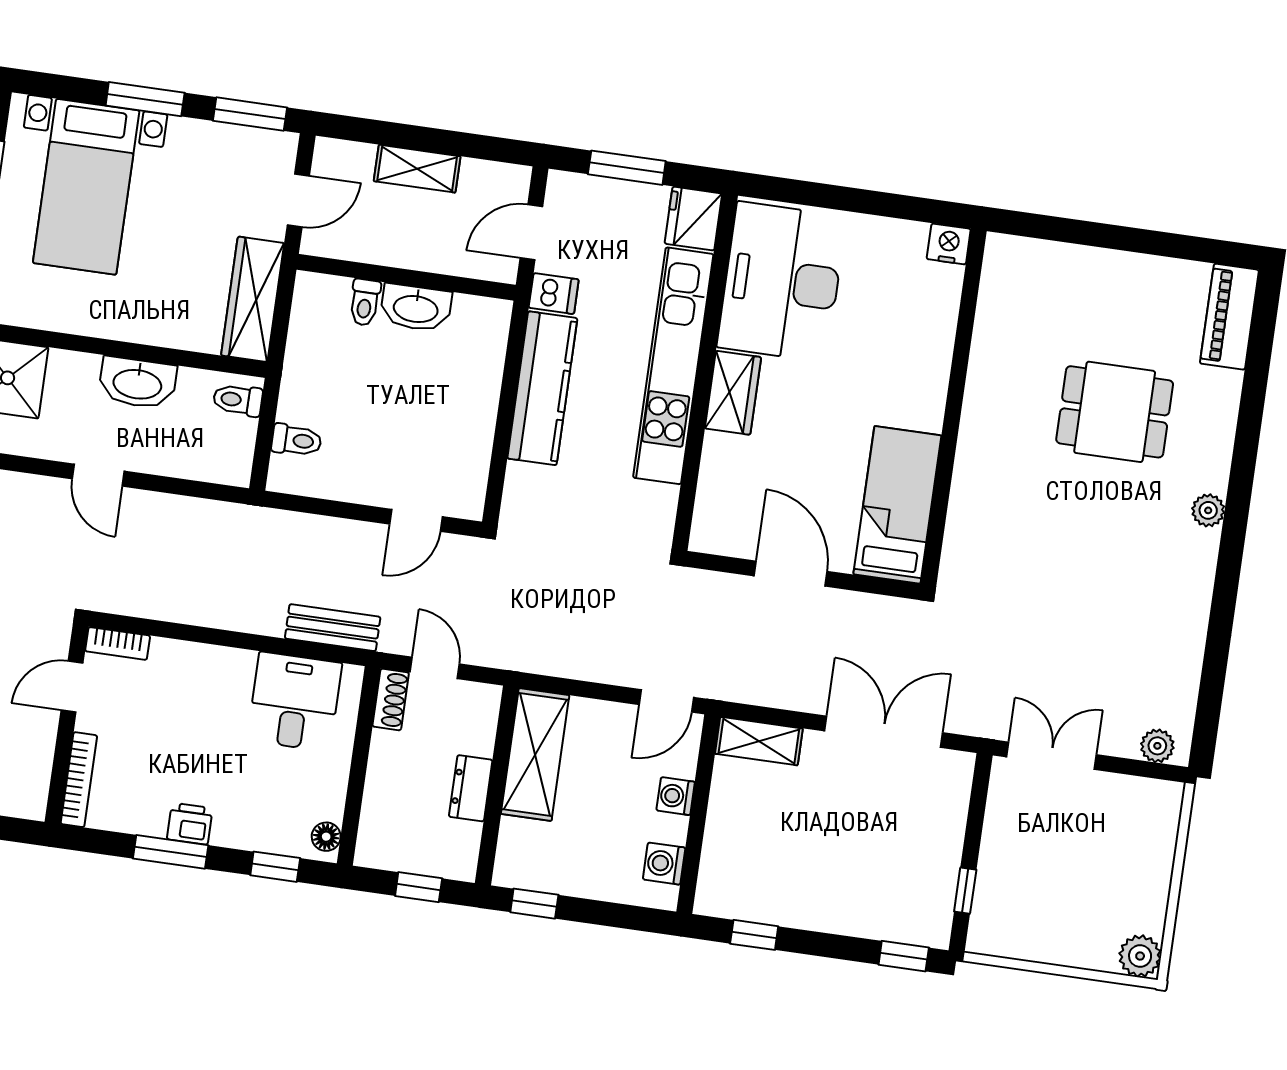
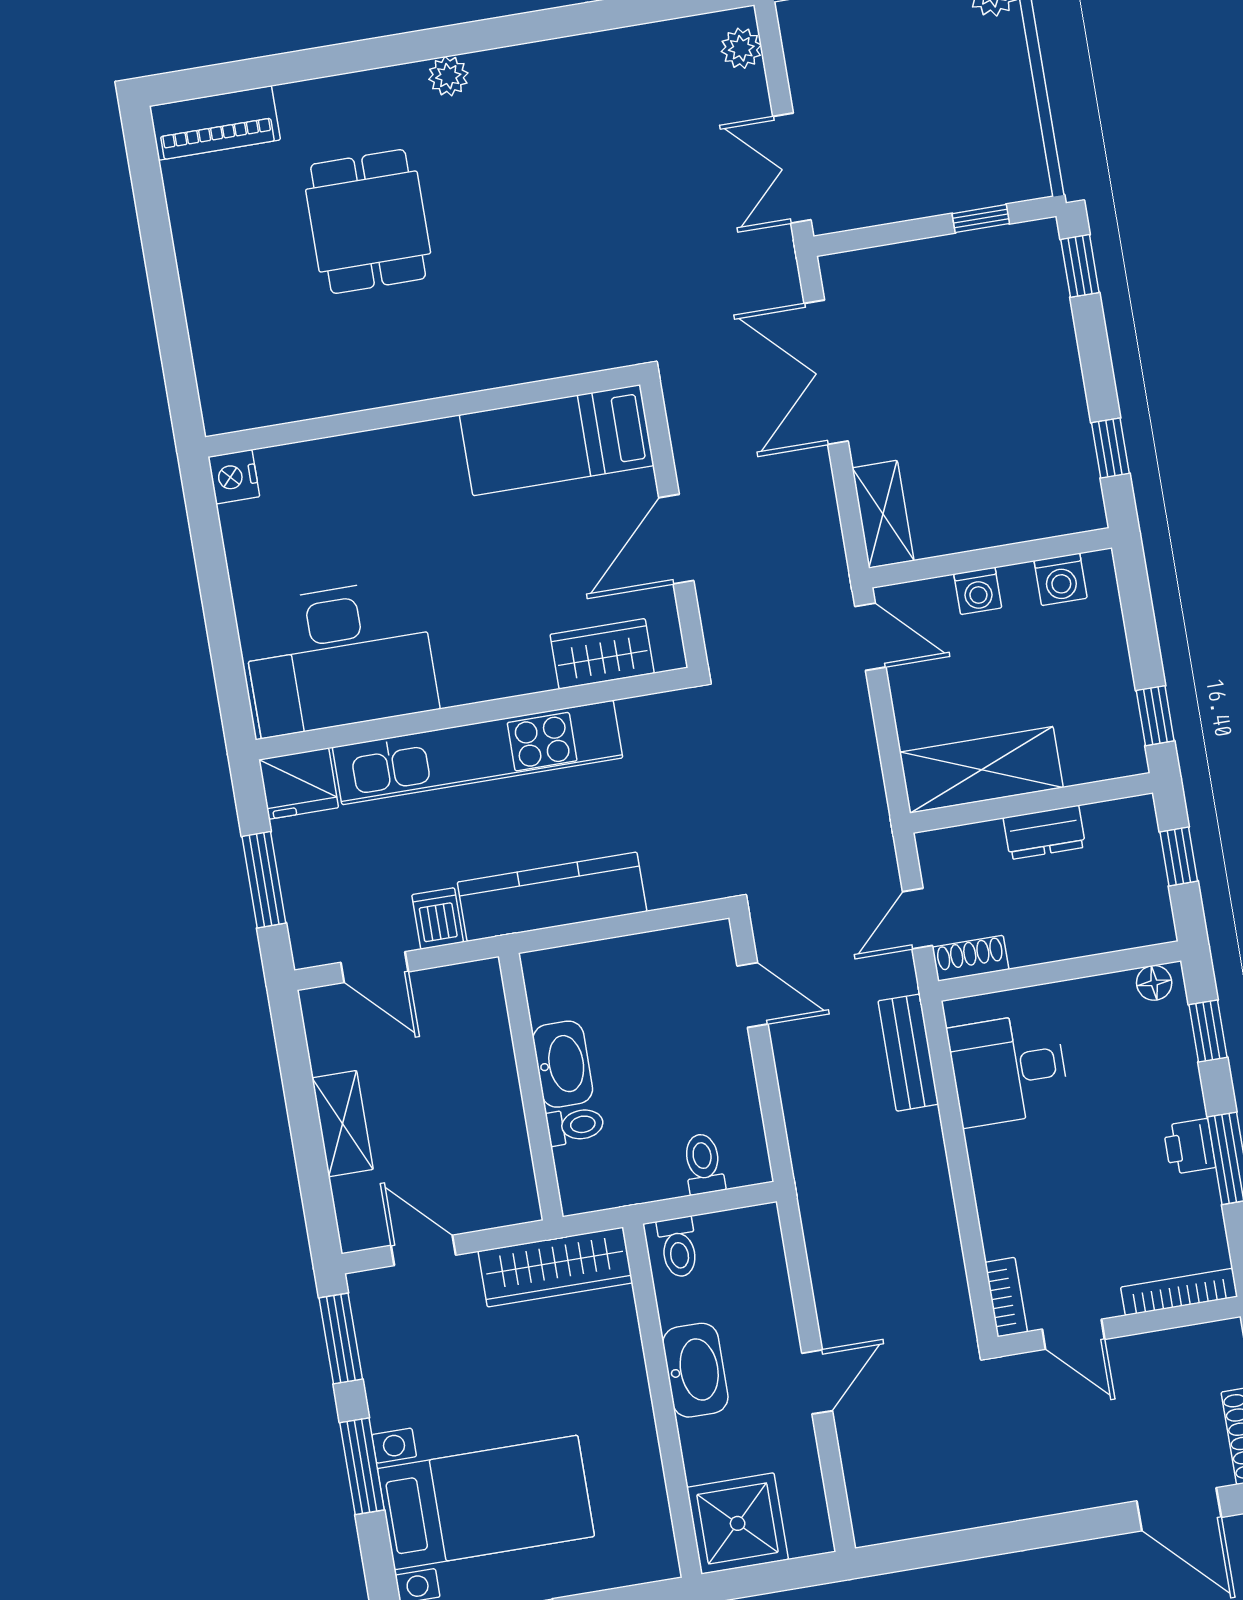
wall: (406, 277) -> (531, 1087), moved
toilet: (365, 302) -> (575, 1126), moved
washbasin: (416, 308) -> (563, 1064), moved
wardrobe: (733, 393) -> (602, 654), moved

